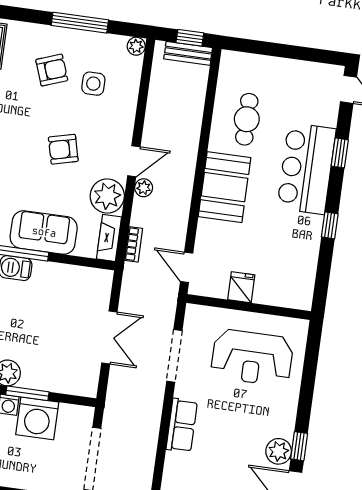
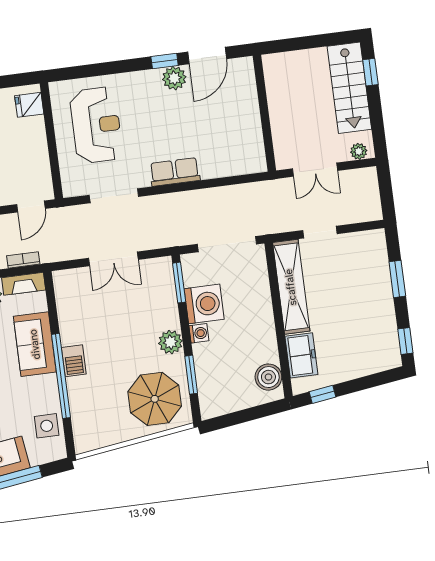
fridge: (241, 287) -> (29, 105), moved
double door: (109, 338) -> (113, 259), swing flipped
window: (27, 393) -> (179, 283), moved

